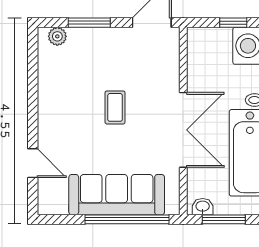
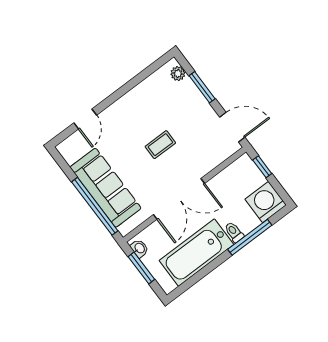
window: (233, 23) -> (262, 167), moved

